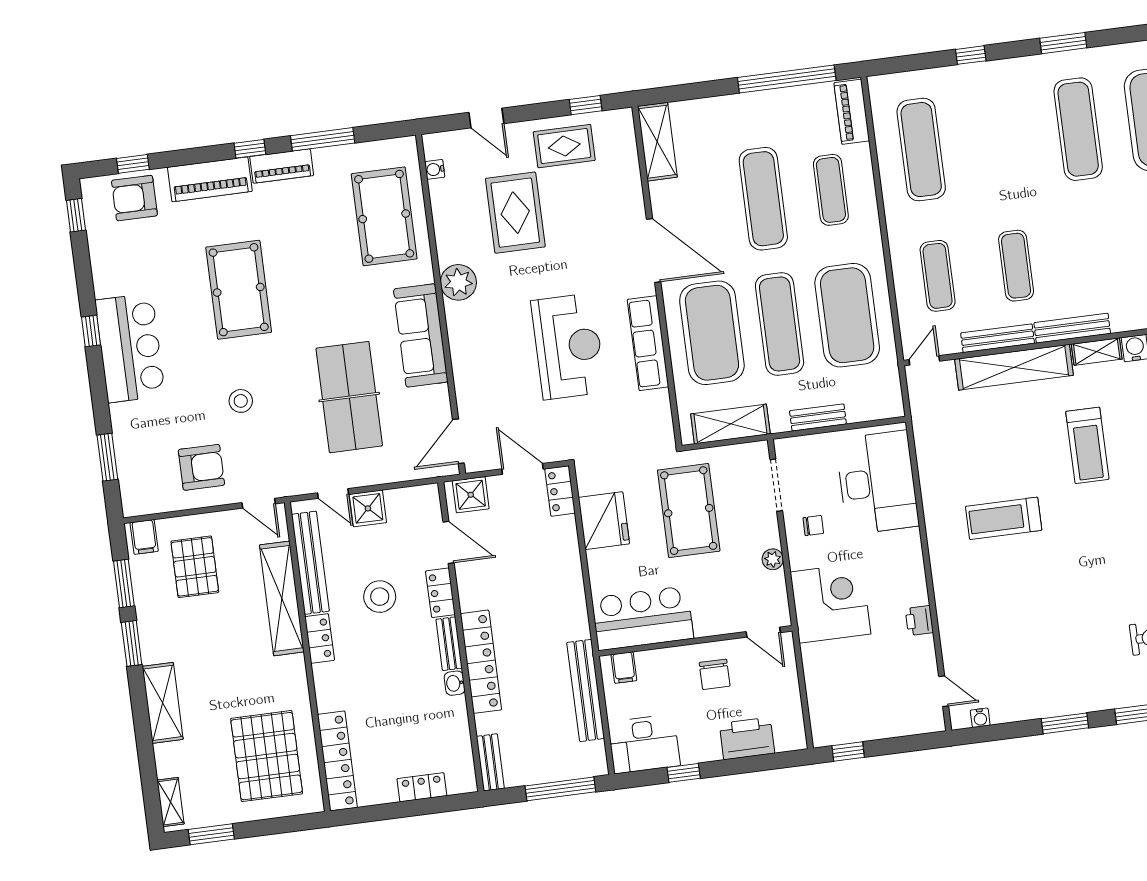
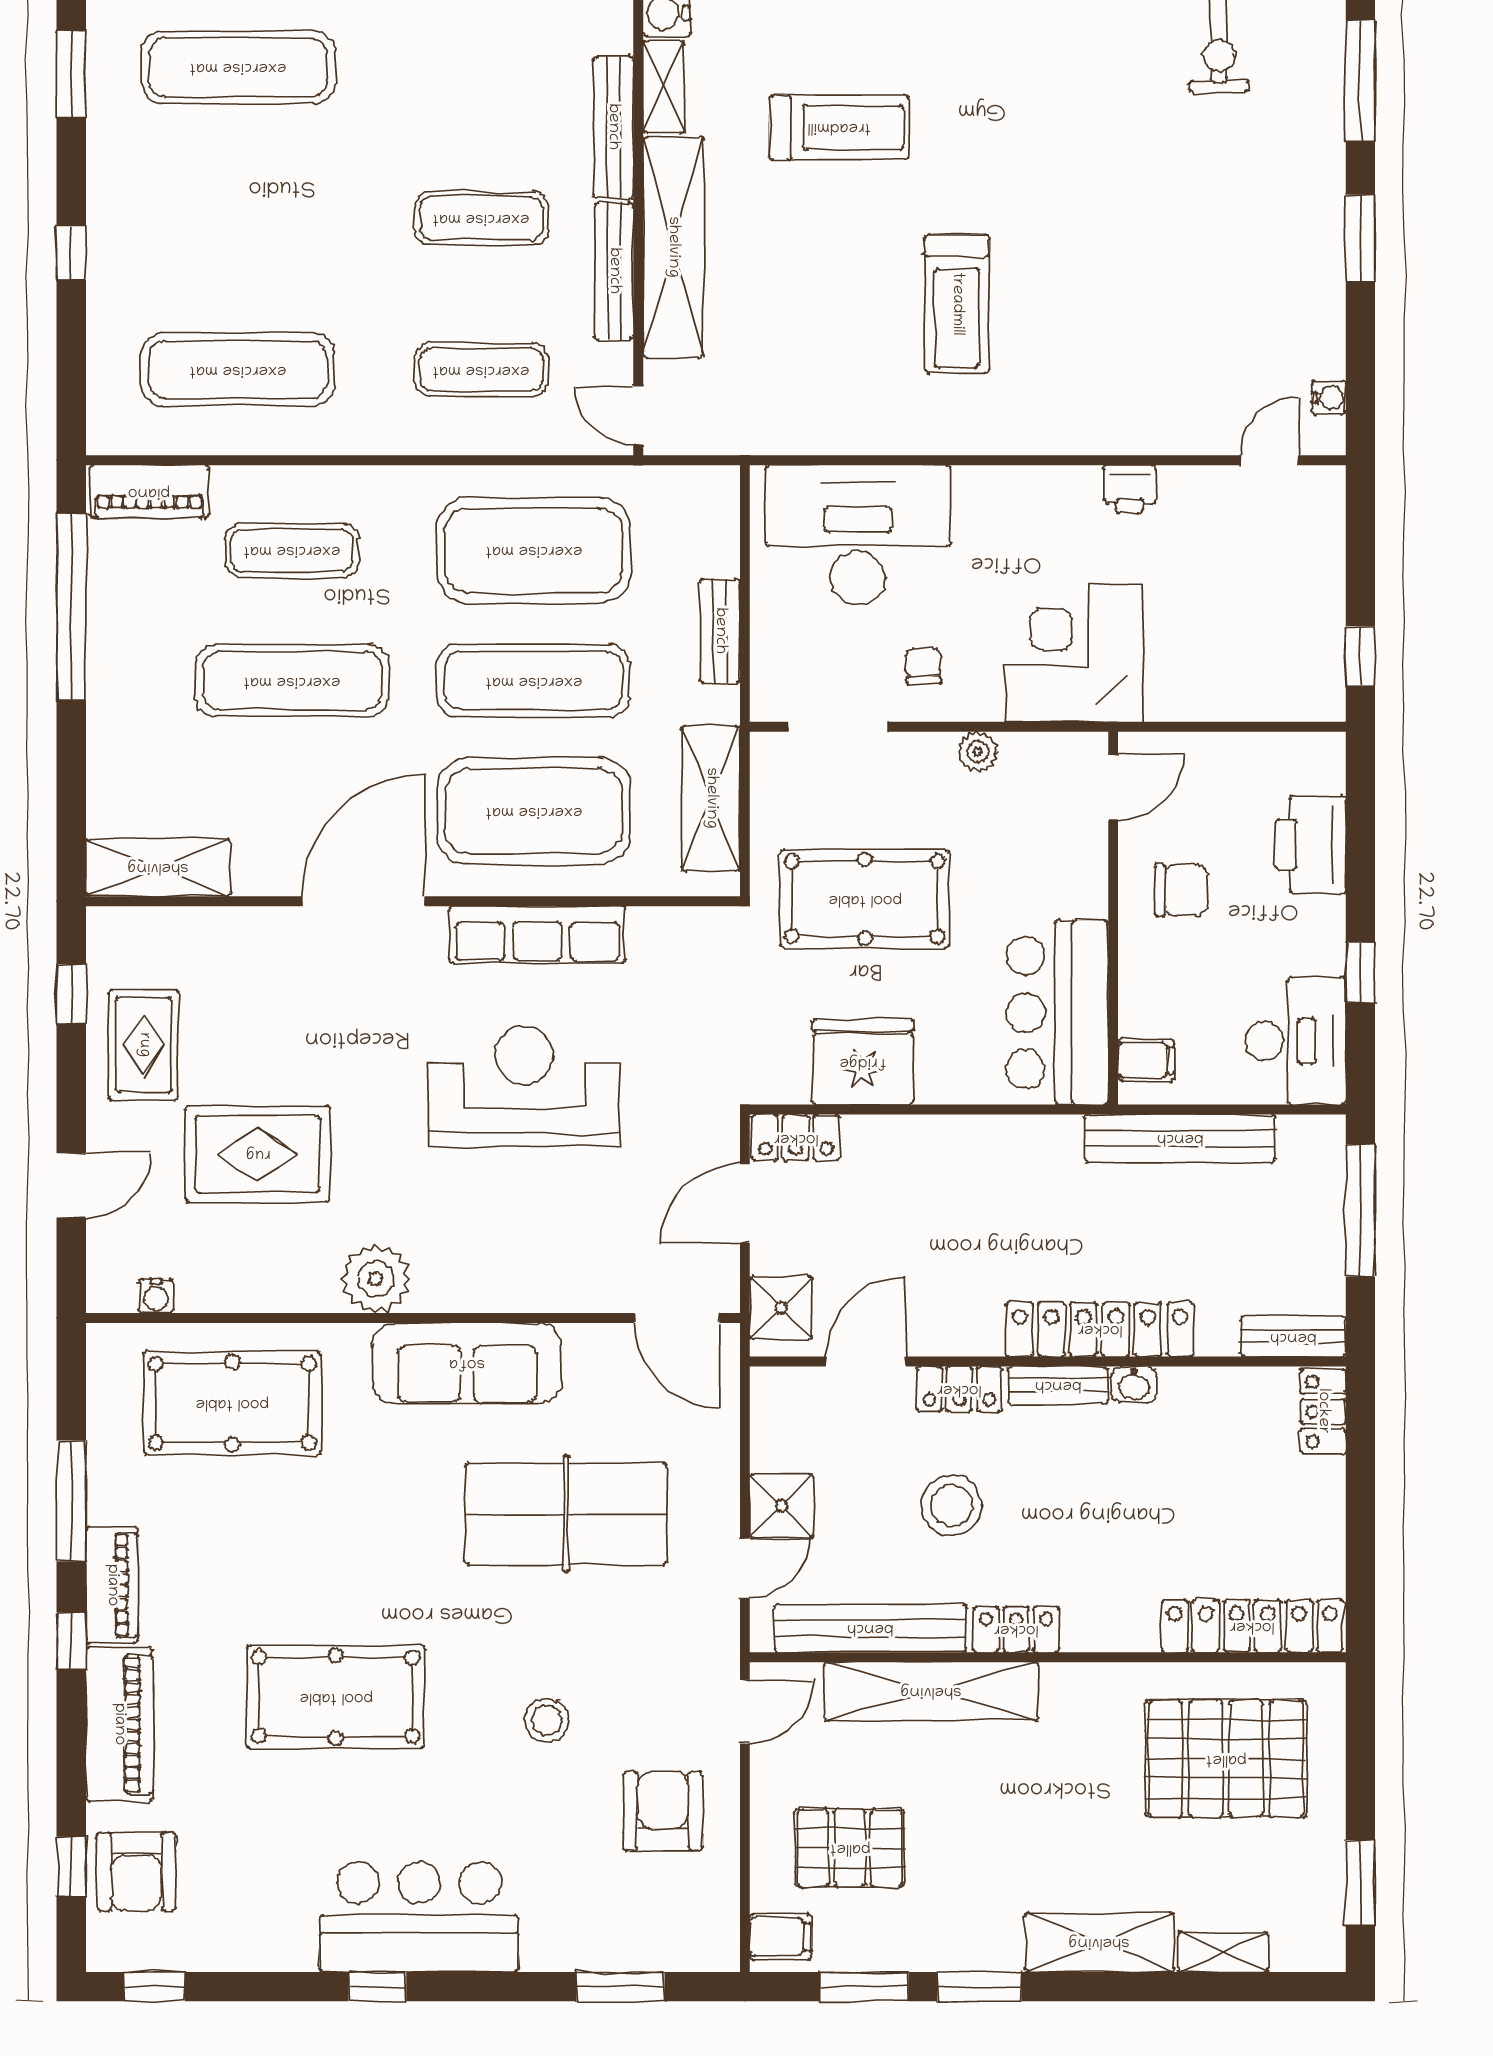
locker: (422, 787) -> (1323, 1411), moved
shelving: (171, 802) -> (1223, 1952), moved

